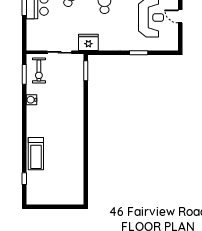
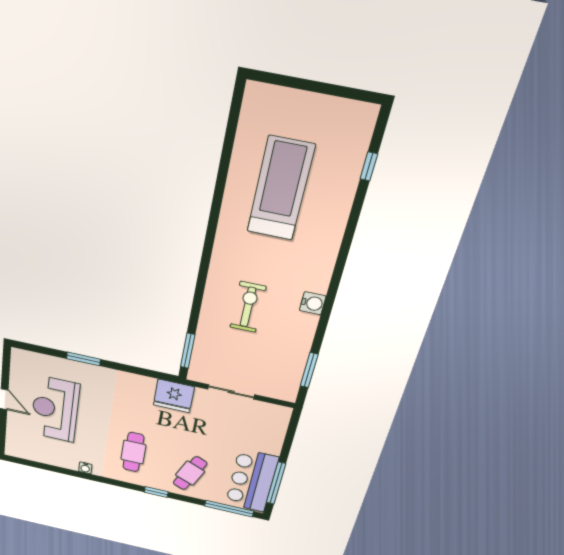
exercise bike: (39, 71) -> (248, 307), moved
water cooler: (31, 100) -> (313, 303), moved
treadmill: (36, 154) -> (280, 189), moved, width x1.37, depth x1.38

